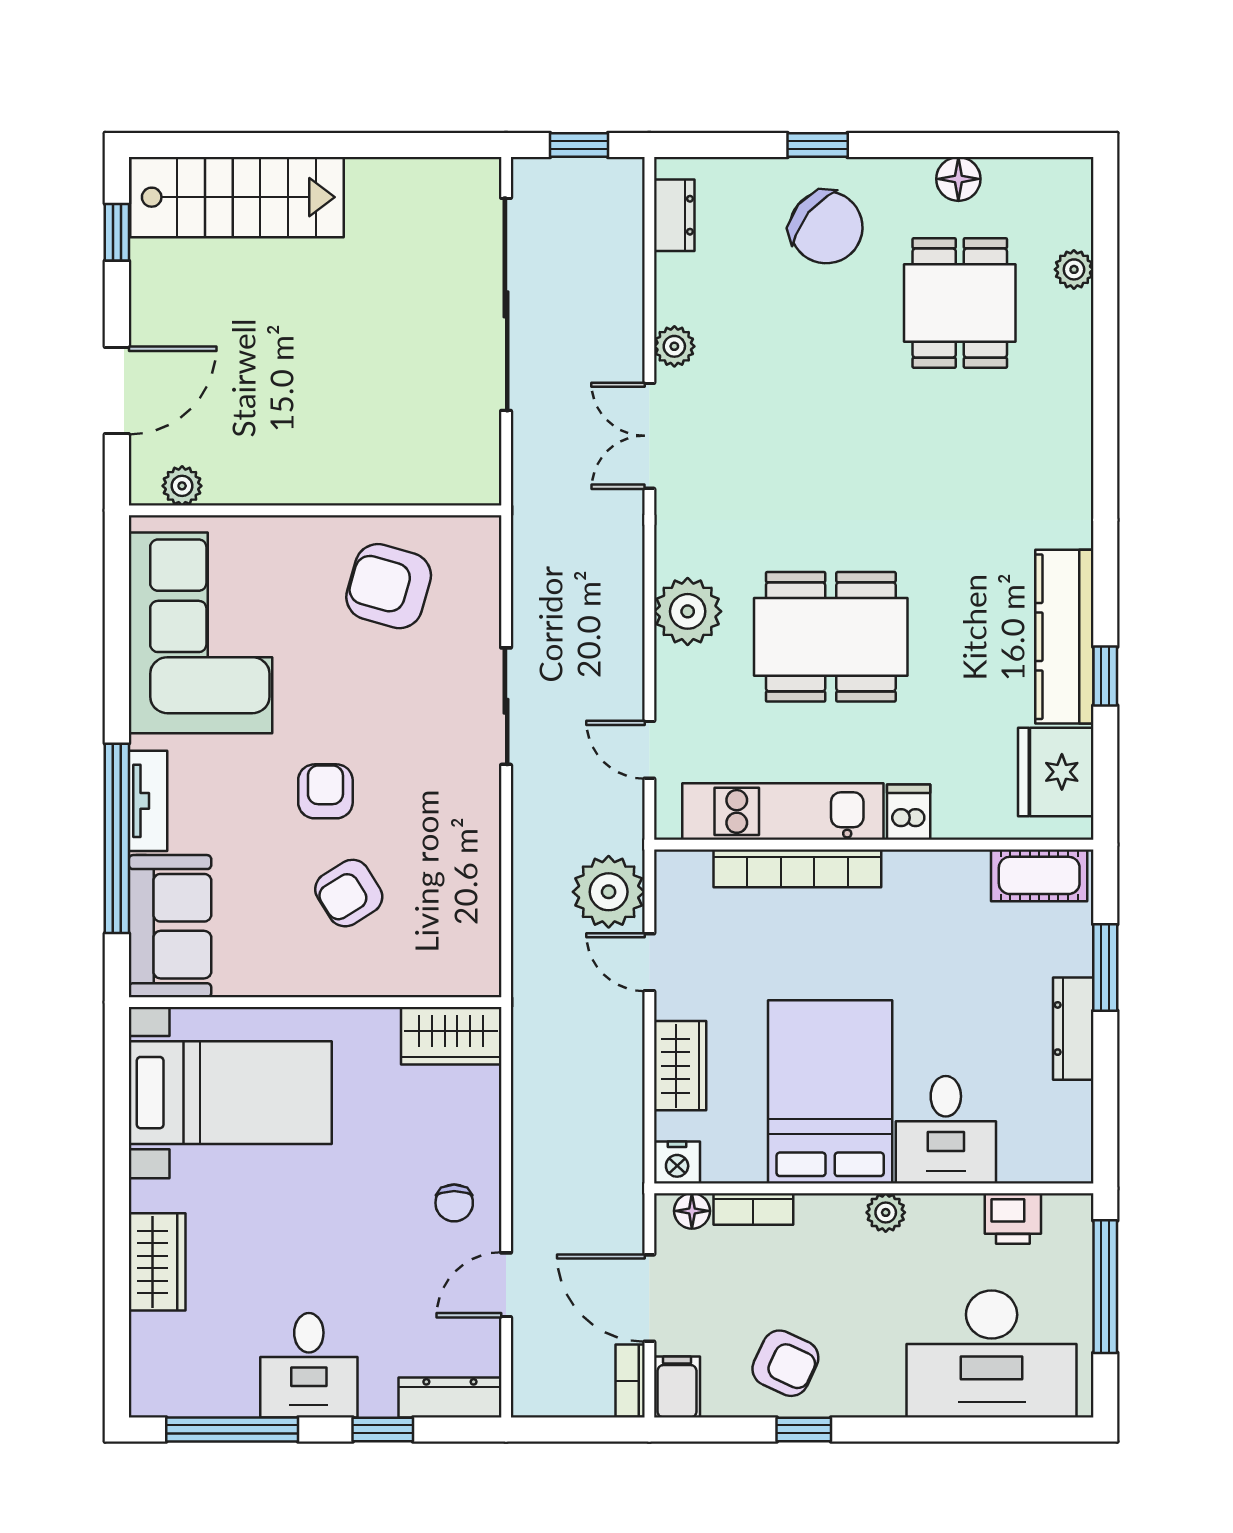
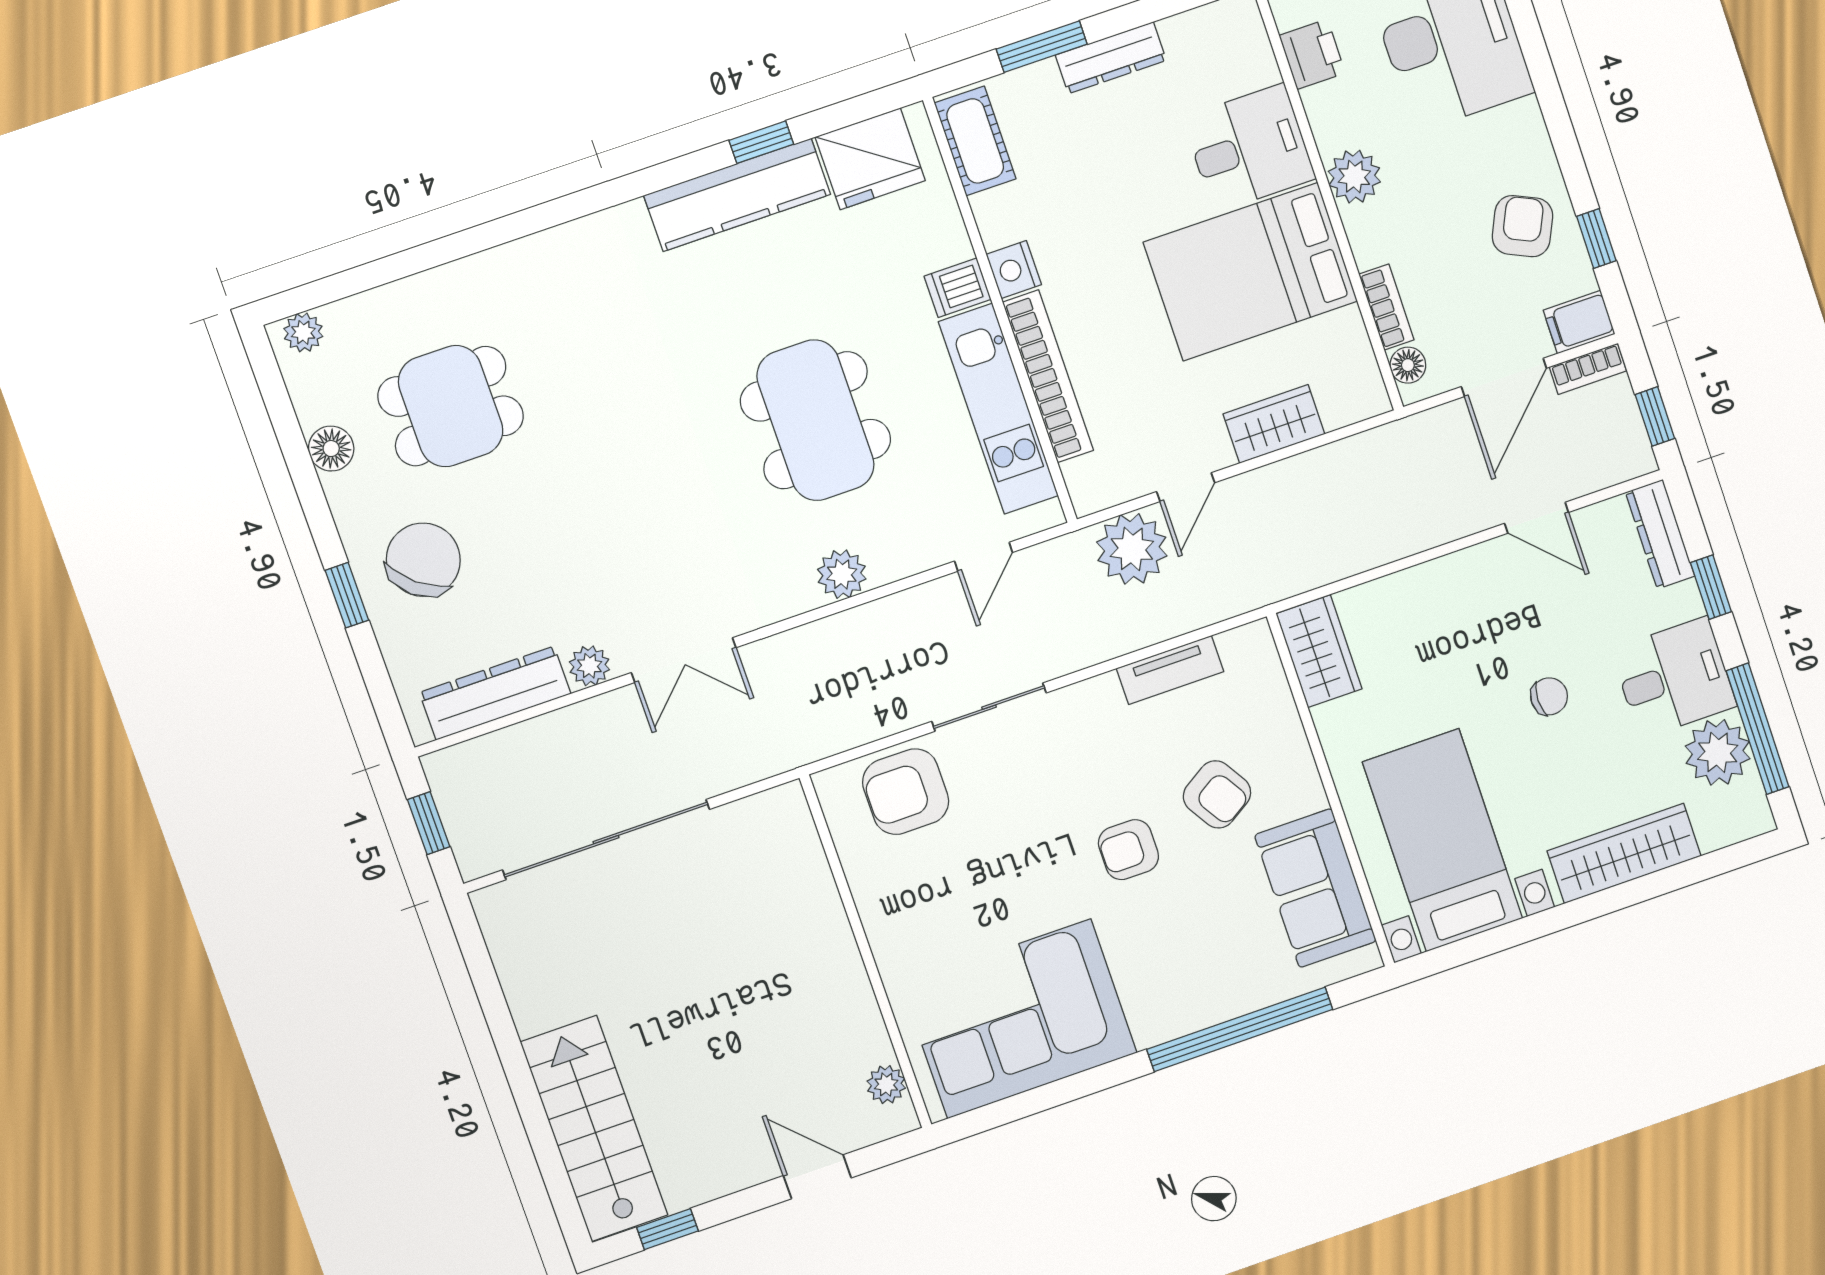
dresser: (674, 215) -> (495, 693), width x1.96, depth x1.24
plant: (1074, 269) -> (303, 332), moved
door: (117, 390) -> (817, 1177), width x0.73
armchair: (389, 586) -> (906, 792), moved, turned 74
plant: (688, 611) -> (842, 574), width x0.73, depth x0.73
tv unit: (148, 801) -> (1170, 670), moved, turned 180
sofa: (170, 926) -> (1315, 888), moved, turned -90
nightstand: (677, 1162) -> (1014, 269), moved, turned 180
chair: (454, 1203) -> (1549, 696), moved
plant: (886, 1212) -> (1354, 177), width x1.38, depth x1.38
wardrobe: (157, 1262) -> (1624, 853), width x1.50
plant: (223, 1384) -> (1718, 752), added
window: (563, 1429) -> (1655, 416), added
window: (804, 1429) -> (1596, 239), moved

